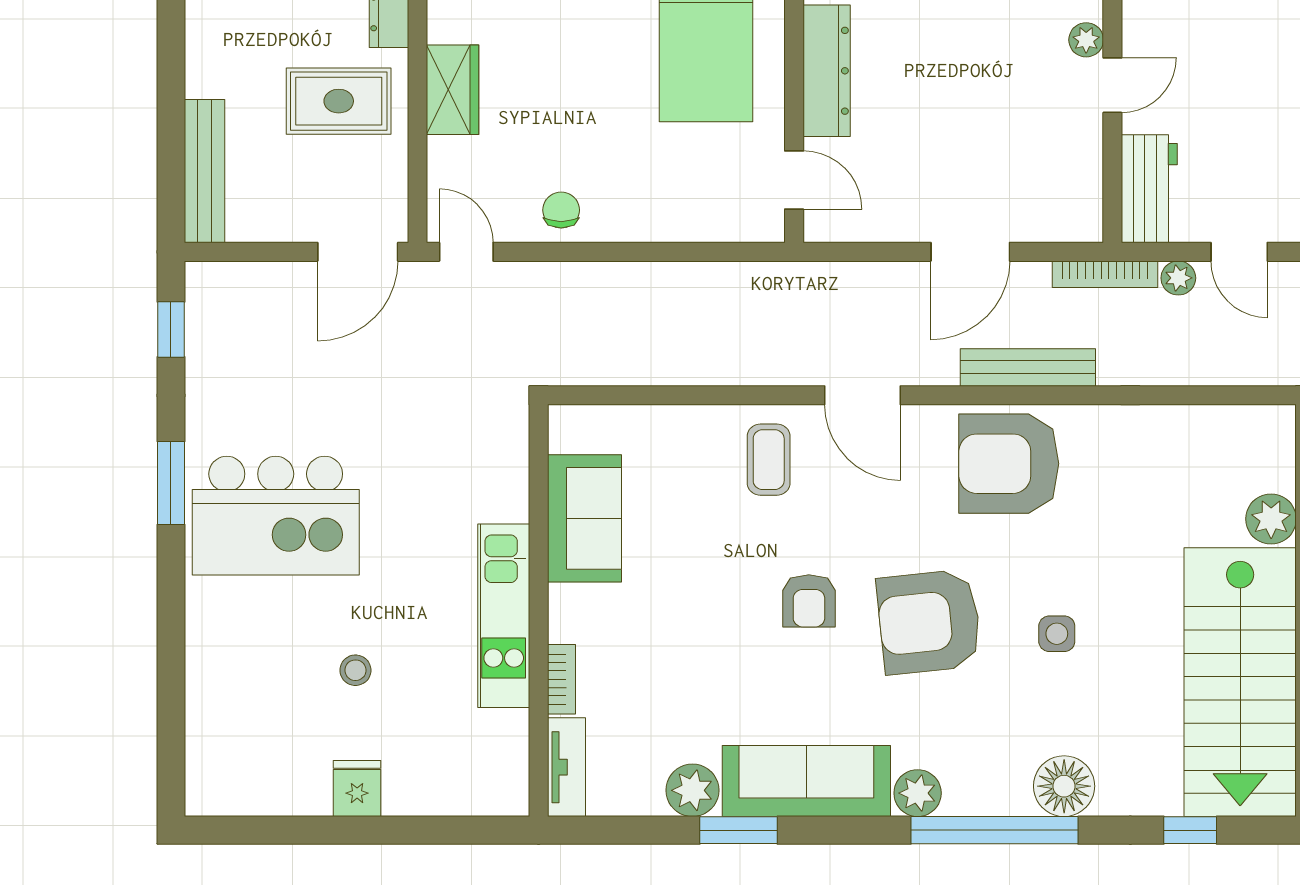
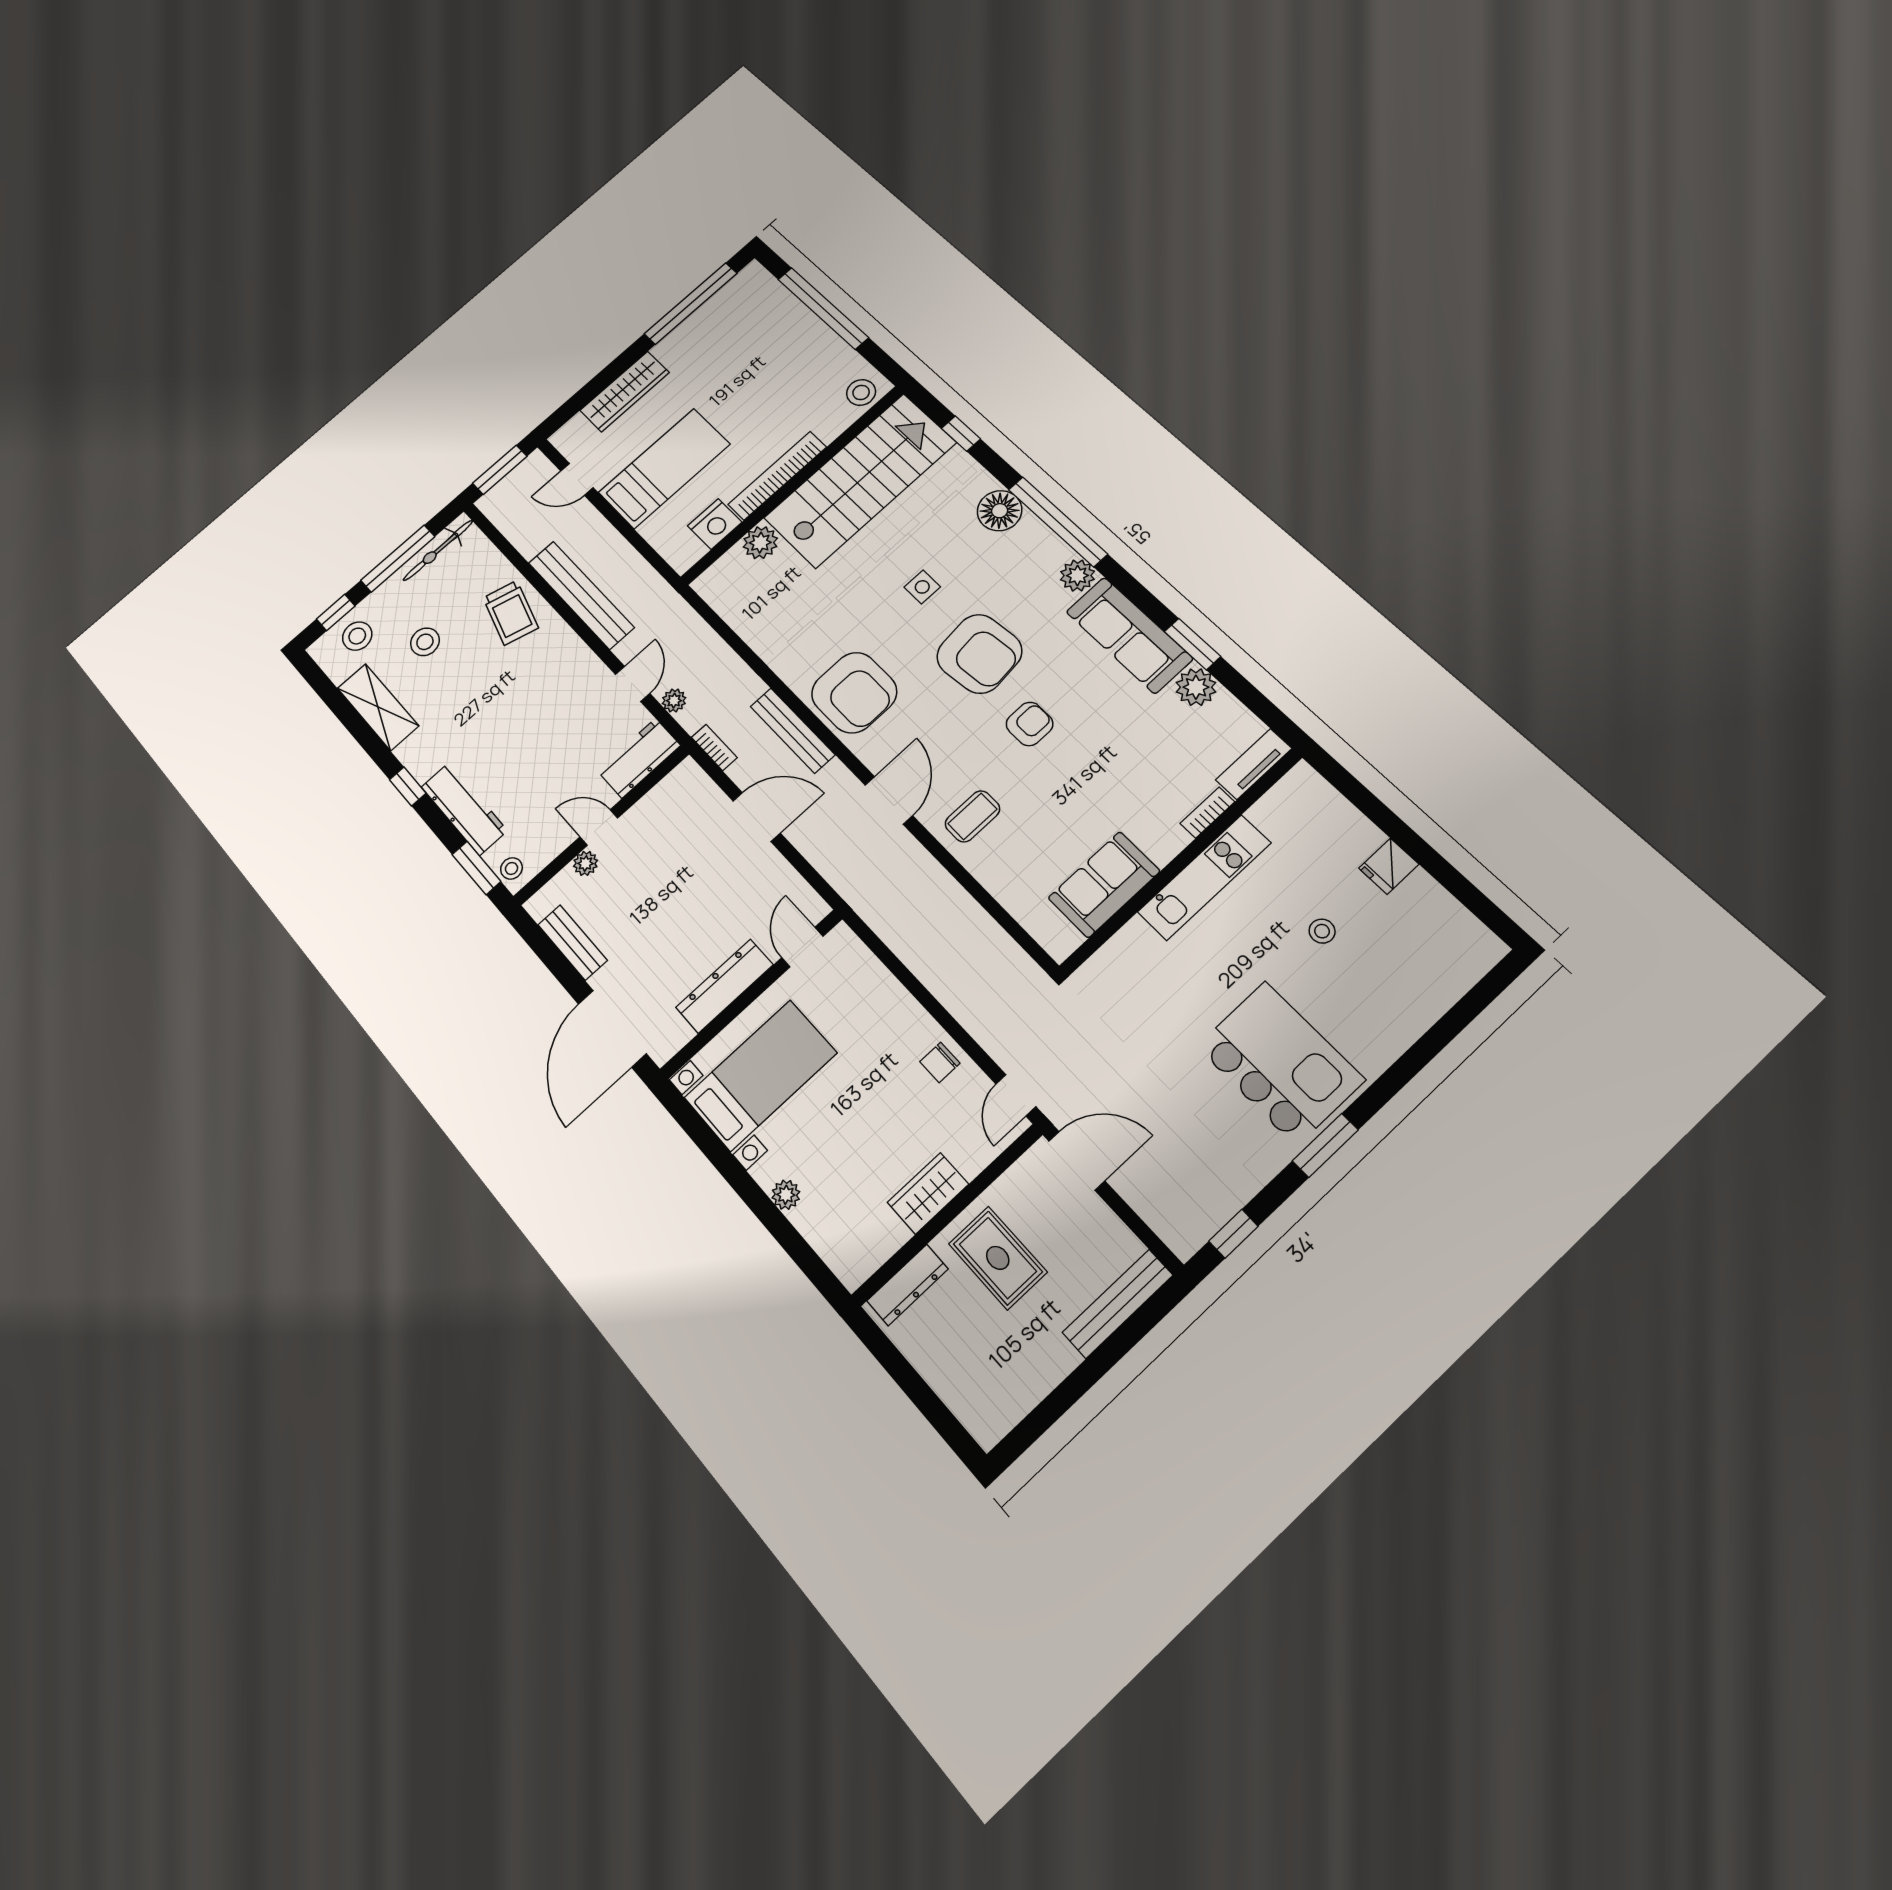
bookcase: (1105, 274) -> (714, 748), width x0.64

